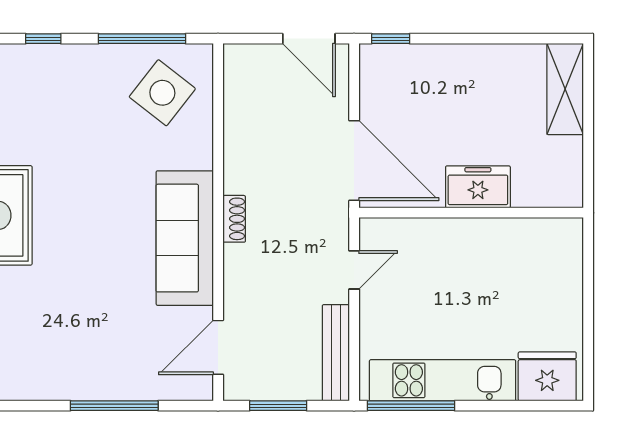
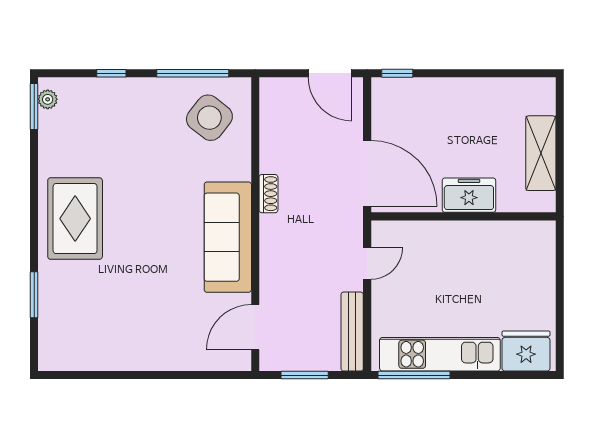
shelving: (565, 89) -> (541, 153), moved
shoe rack: (234, 219) -> (268, 194), moved
window: (114, 406) -> (170, 375), removed

